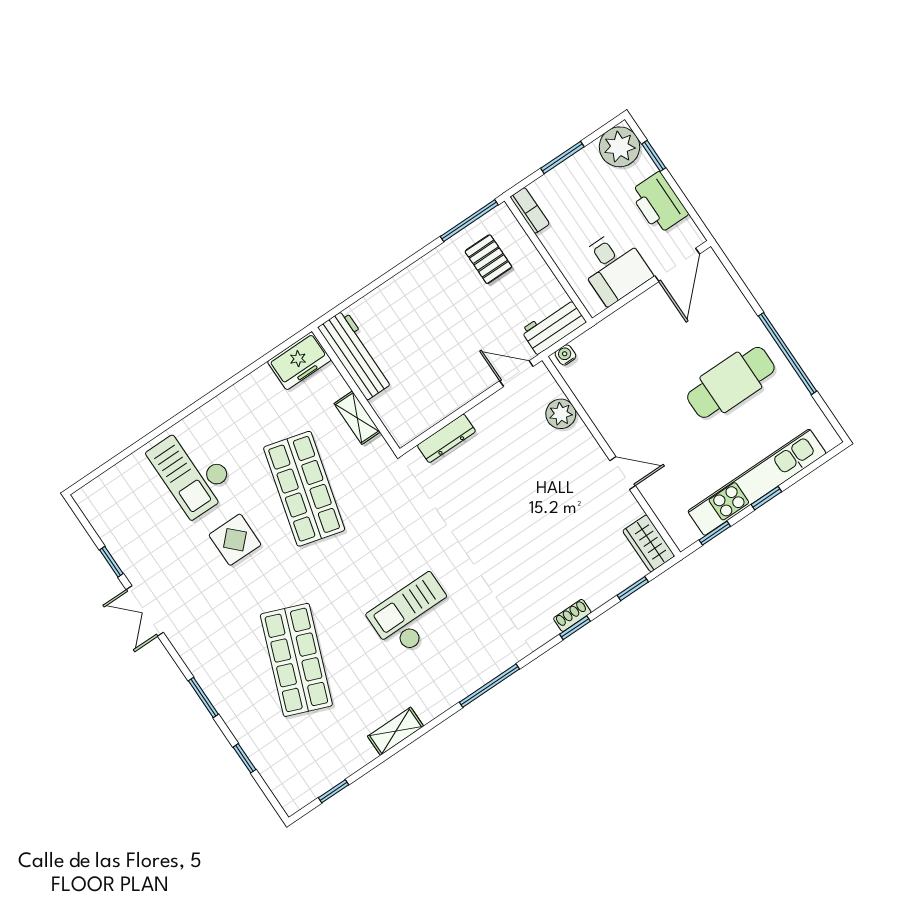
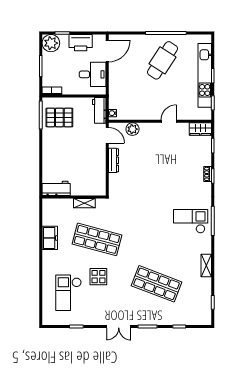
pallet: (488, 259) -> (59, 117), width x1.50, depth x1.42
door: (677, 265) -> (107, 51), hinge flipped
workbench: (356, 355) -> (56, 188), width x0.73
freezer: (299, 361) -> (50, 238), moved
door: (516, 374) -> (107, 135), swing flipped
cafe table: (731, 382) -> (163, 60), turned 33
dresser: (446, 438) -> (113, 160), moved
checkout: (192, 471) -> (68, 293), moved, turned 90
double door: (145, 611) -> (119, 326), moved
checkout: (413, 615) -> (191, 221), moved, turned 90

